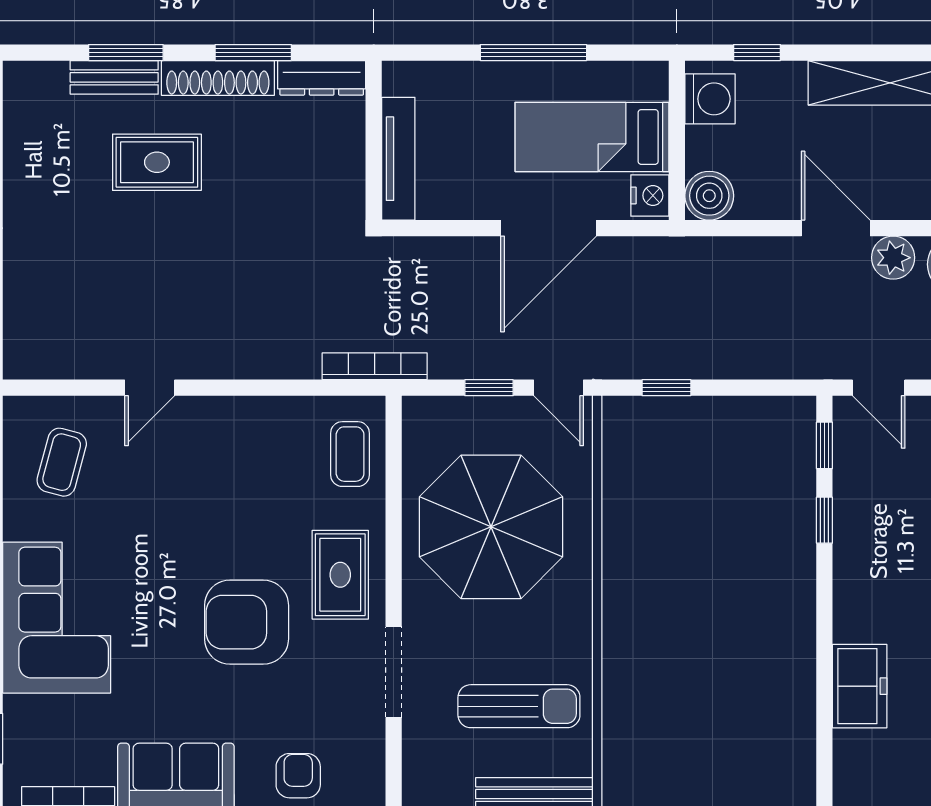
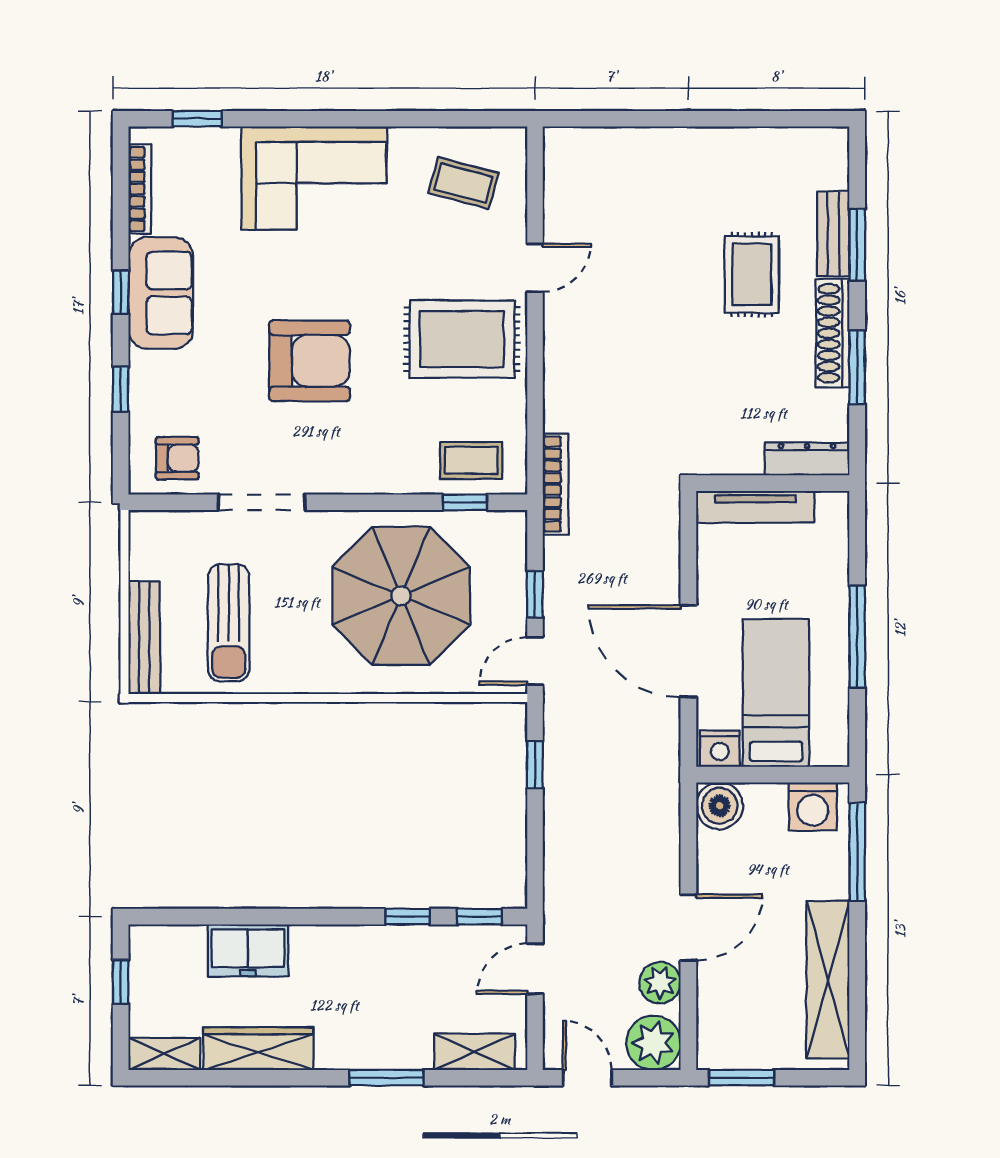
window: (757, 53) -> (857, 852), width x2.17
dresser: (322, 78) -> (807, 459), moved, turned 90
door: (150, 388) -> (535, 268), swing flipped
window: (394, 461) -> (465, 502), added
rug: (340, 575) -> (462, 339), moved, width x1.36, depth x1.43
armchair: (247, 622) -> (309, 361), turned 90
armchair: (298, 776) -> (177, 458), moved

